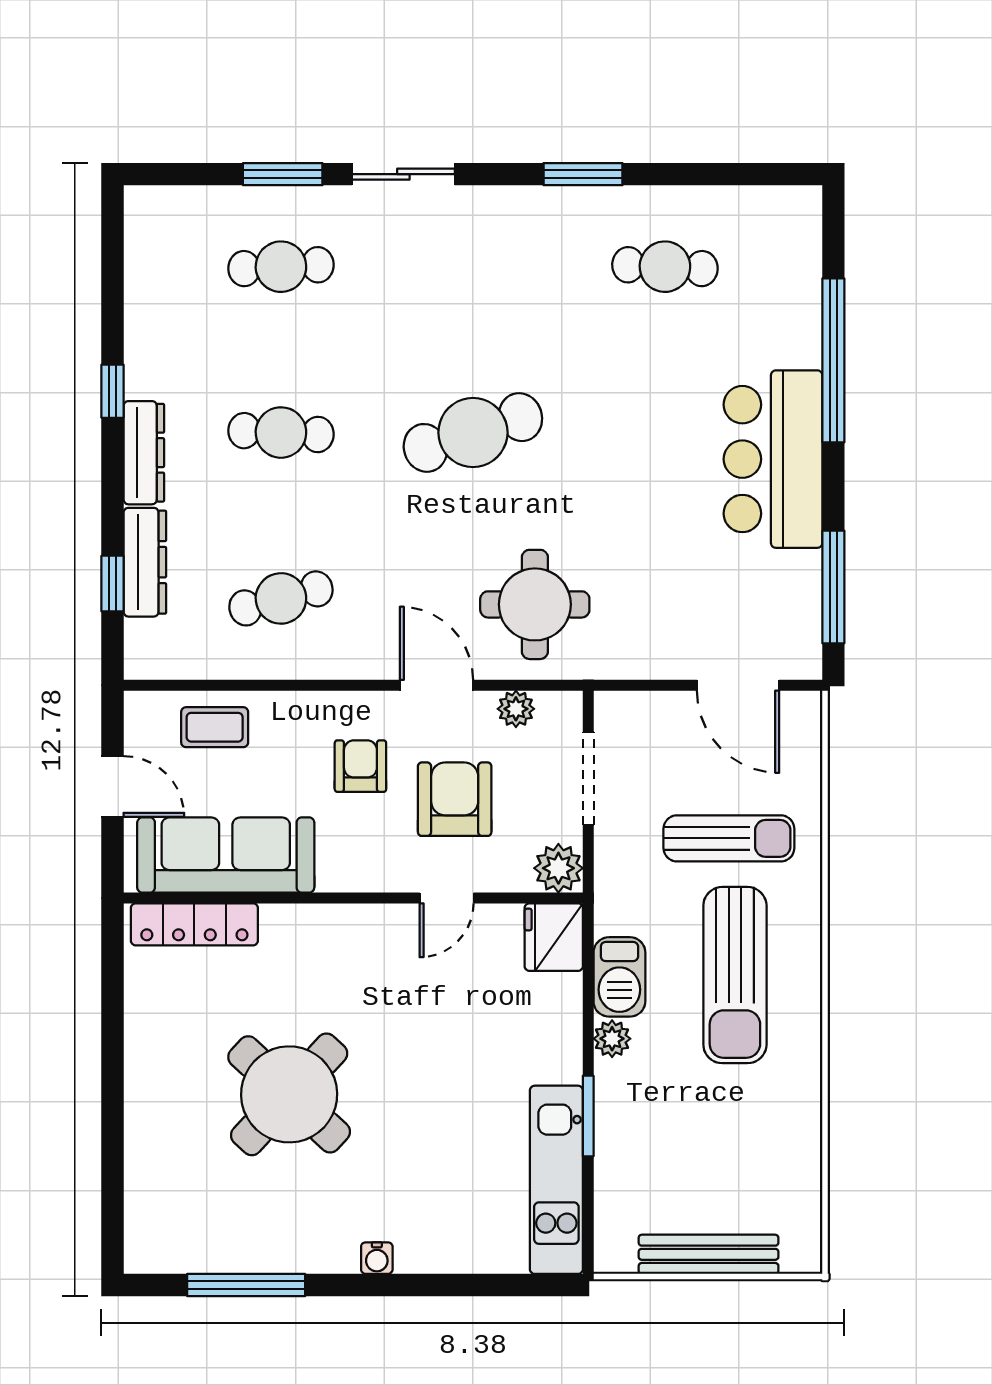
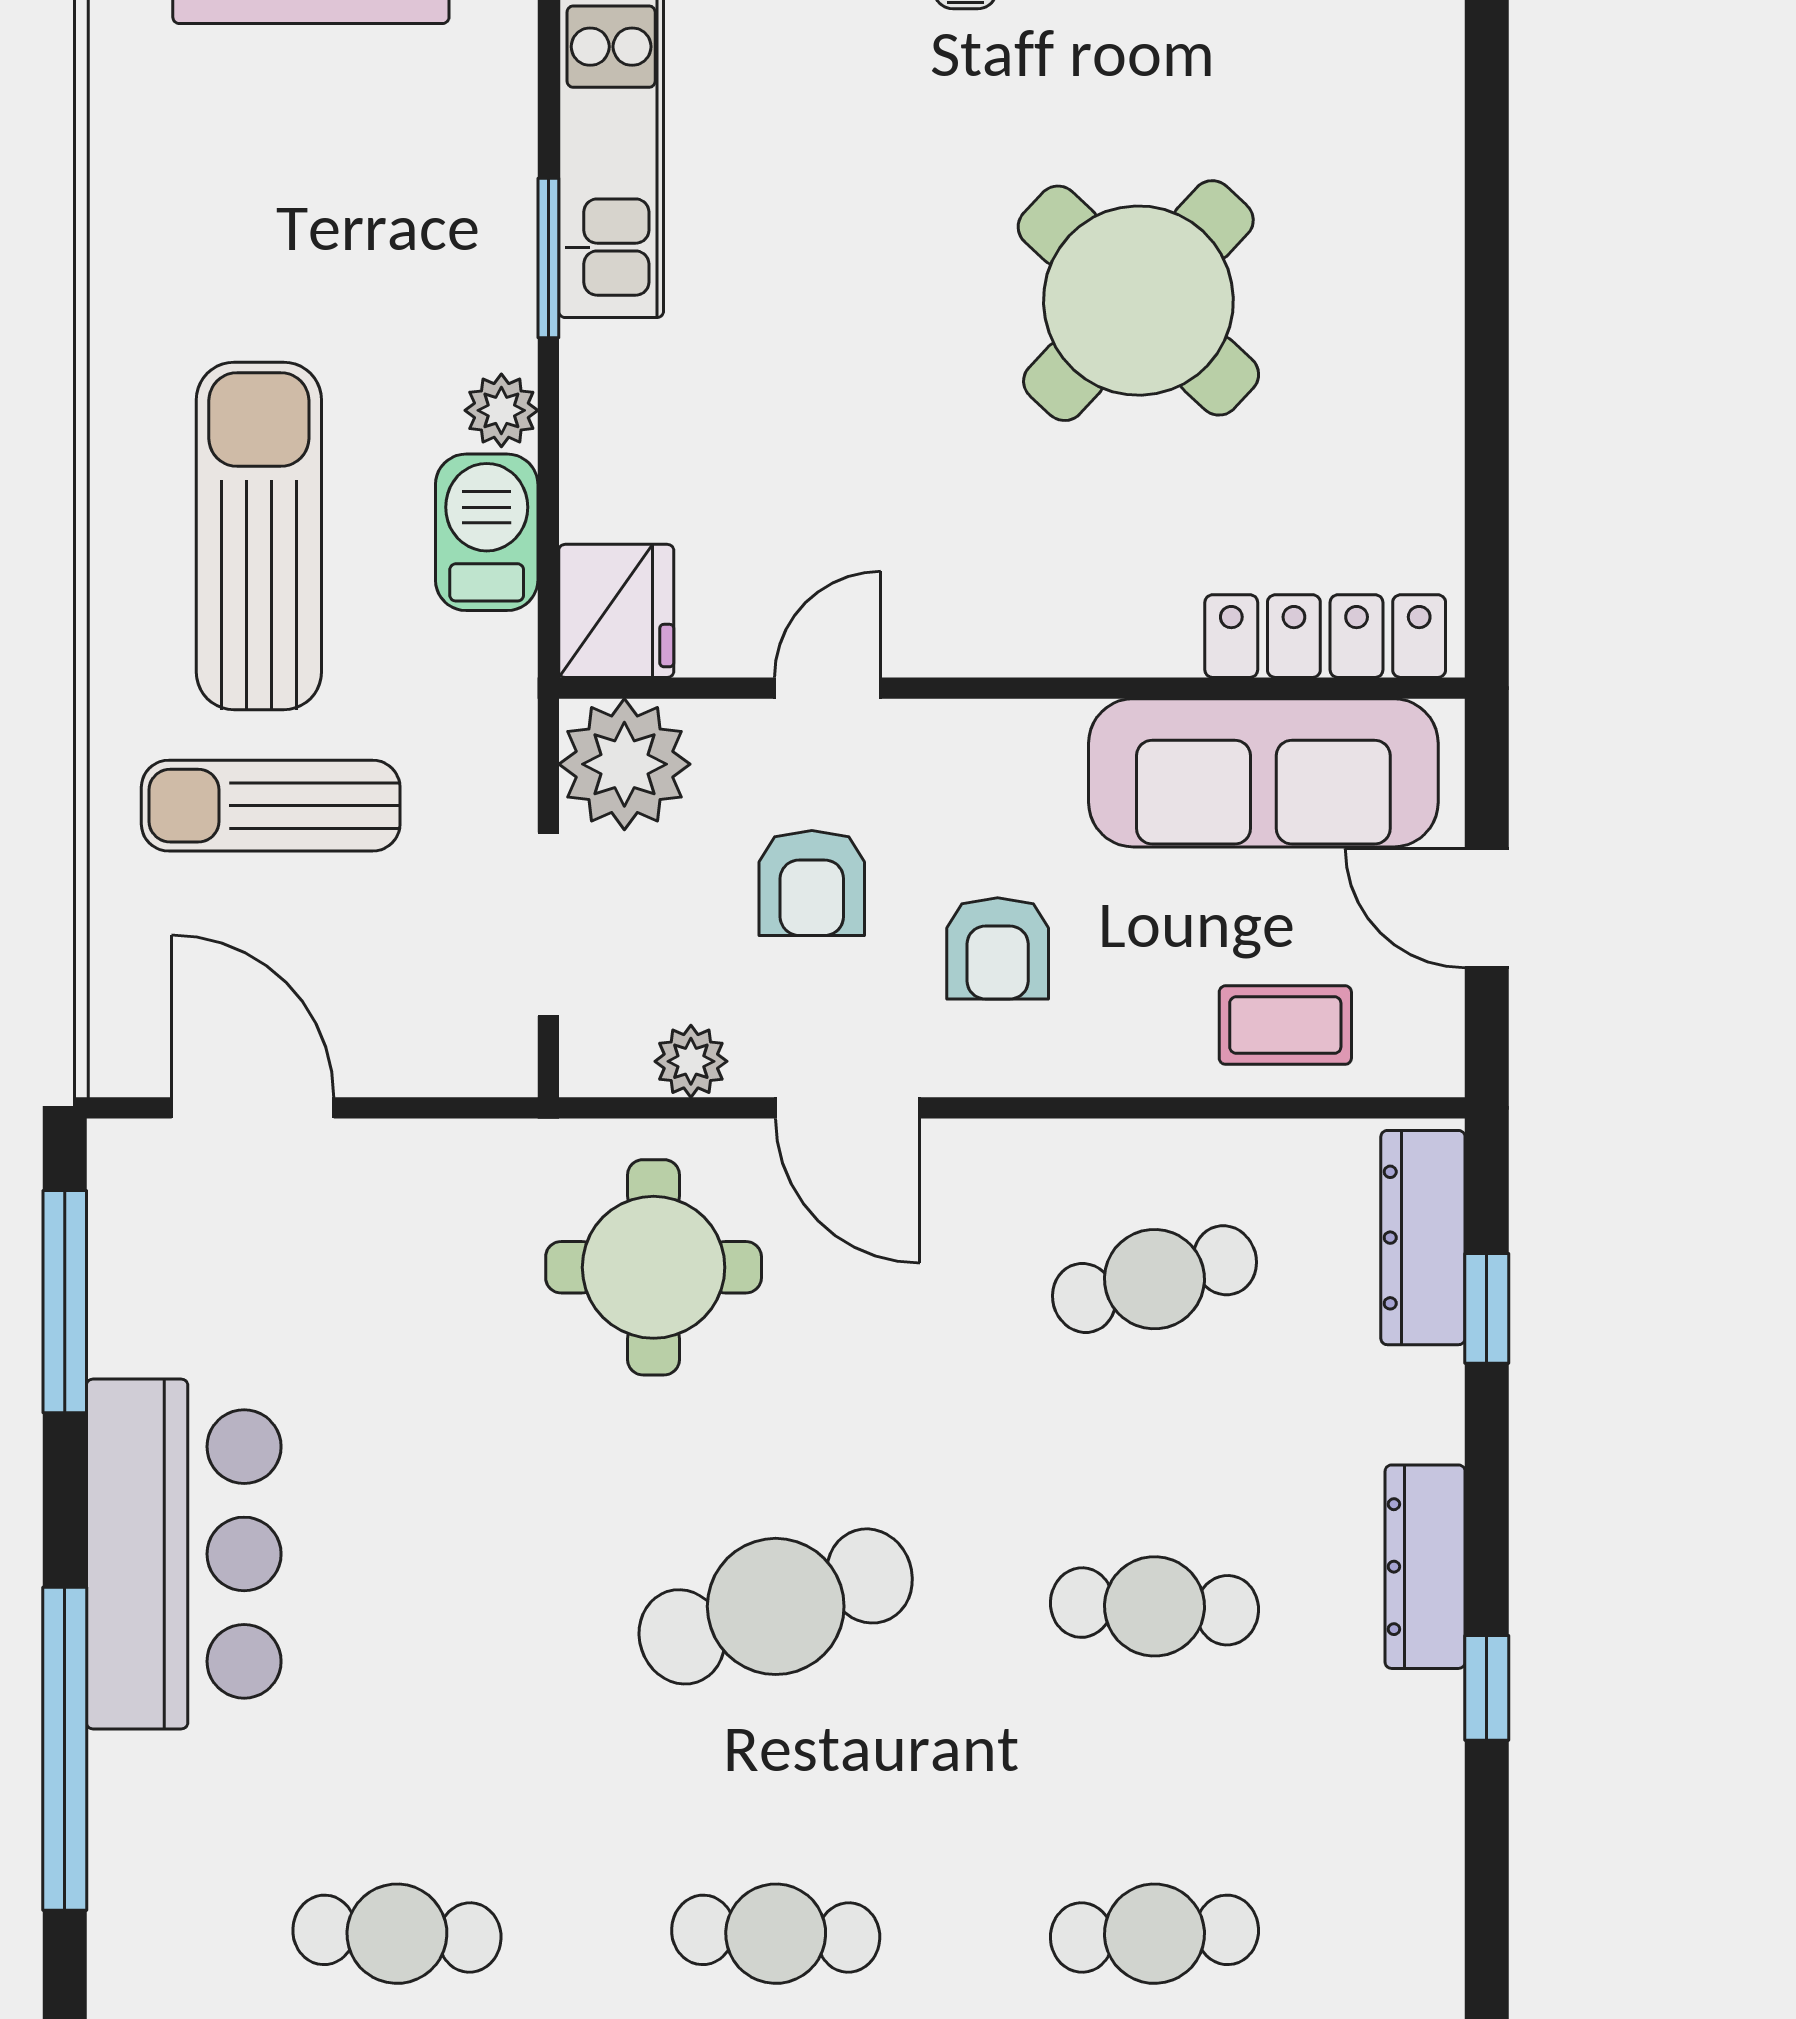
cafe table: (473, 267) -> (776, 1934), added
dresser: (145, 562) -> (1423, 1238), moved
armchair: (455, 799) -> (812, 883), width x0.72, depth x0.72
plant: (558, 868) -> (624, 764), width x1.36, depth x1.36

